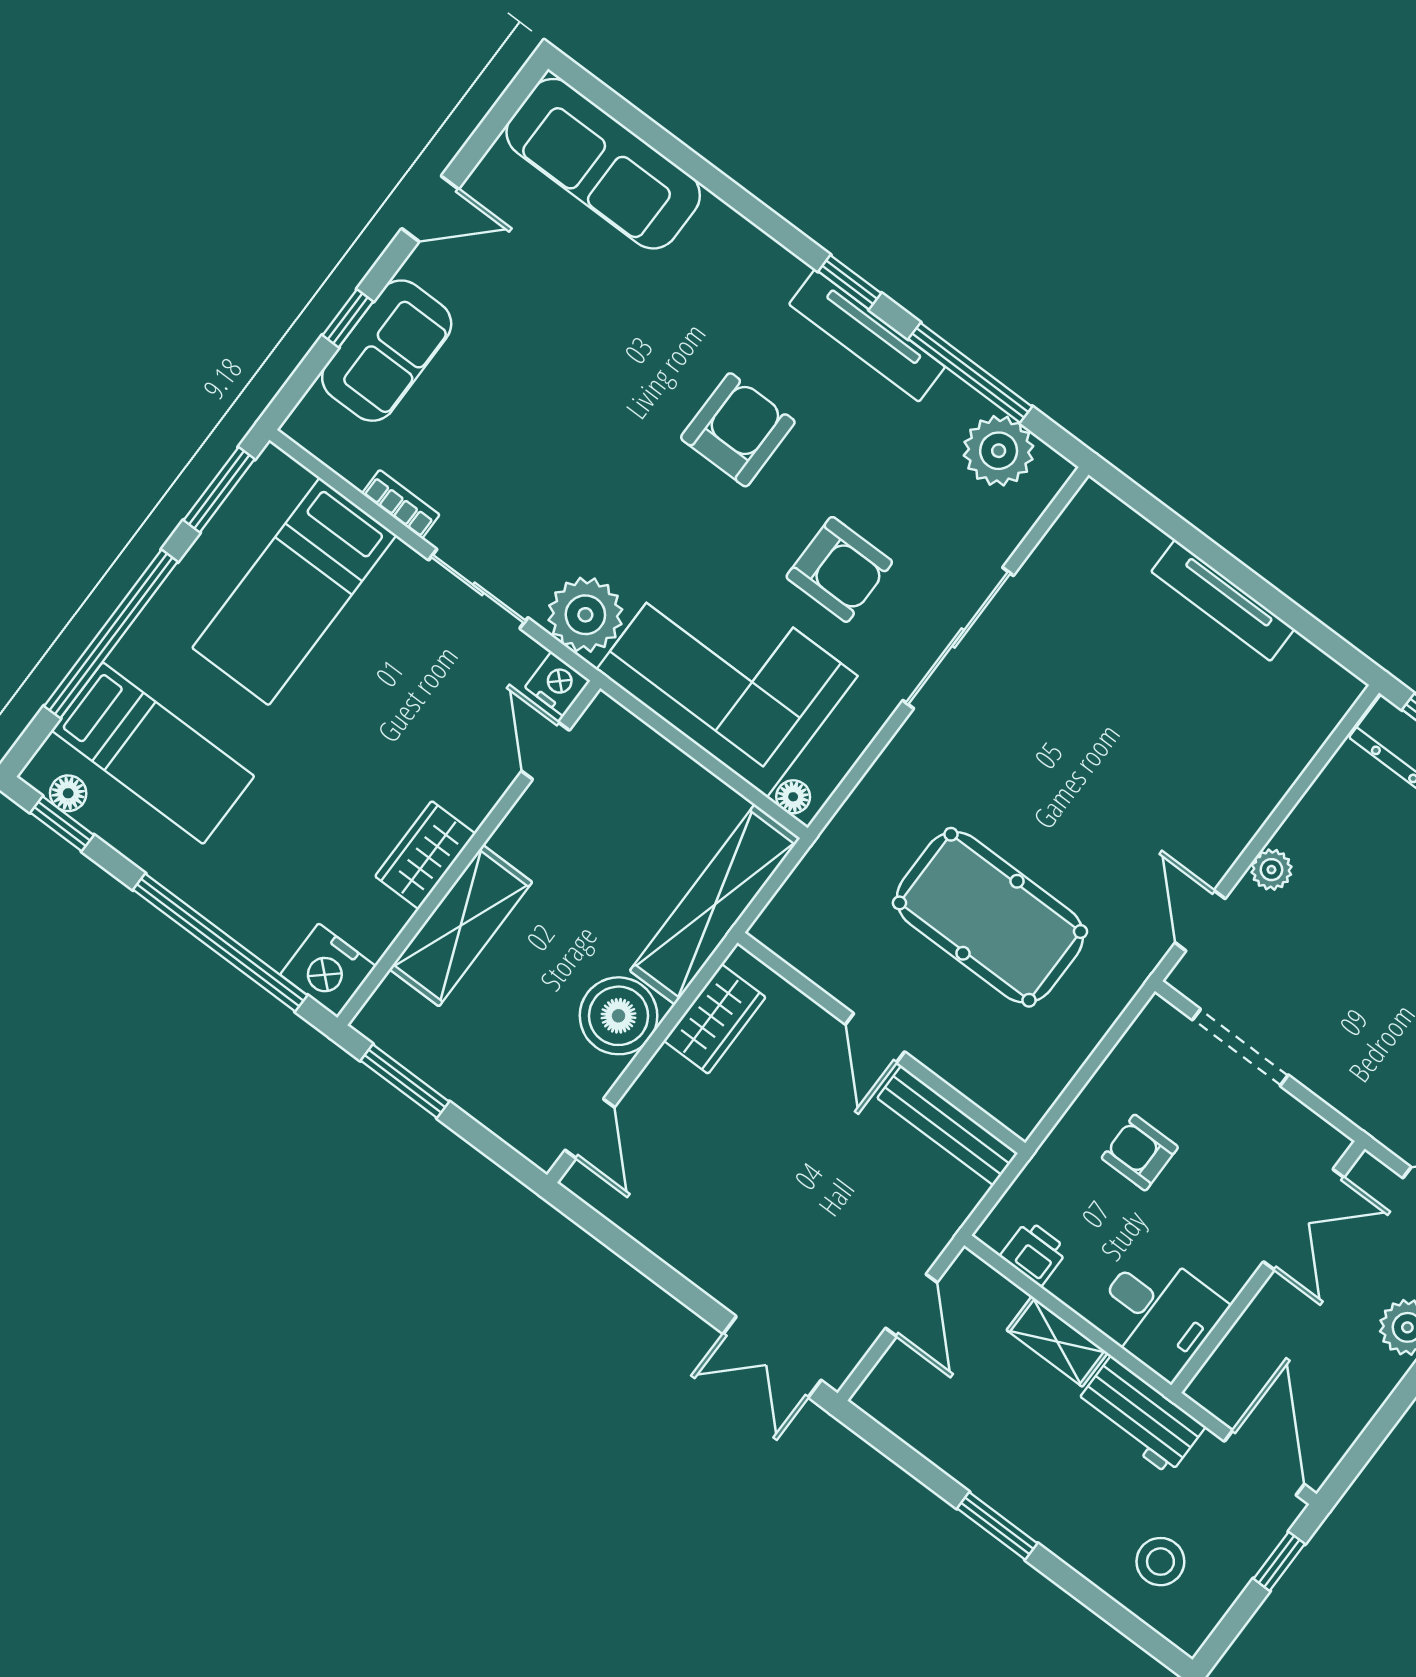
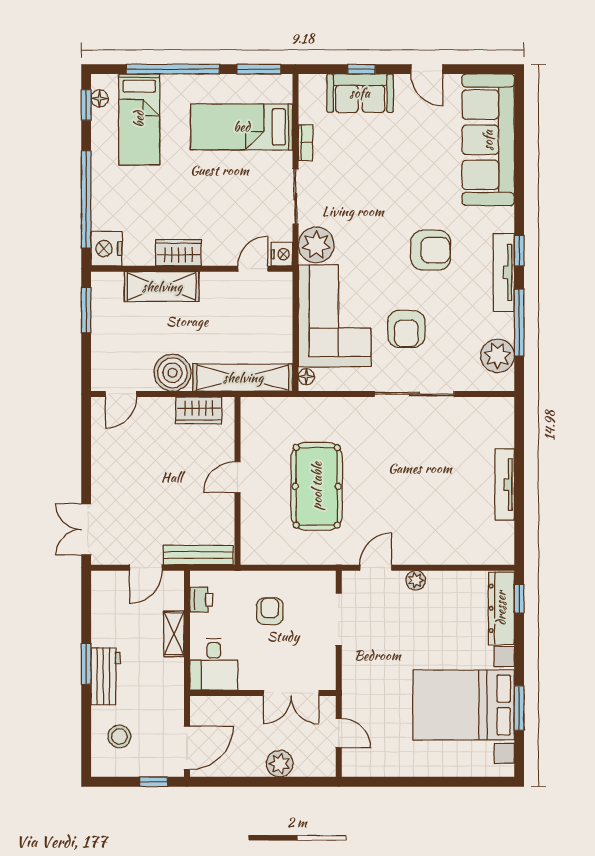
sofa: (603, 164) -> (488, 140), width x1.36, depth x1.27
bench: (947, 1126) -> (198, 555), moved, turned 90
workbench: (1140, 1416) -> (106, 676), moved, turned 180

